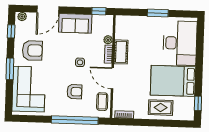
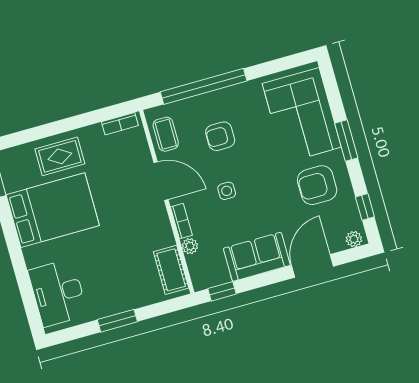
desk: (180, 43) -> (58, 293), width x0.73, depth x0.77
cot: (121, 52) -> (171, 270), moved

